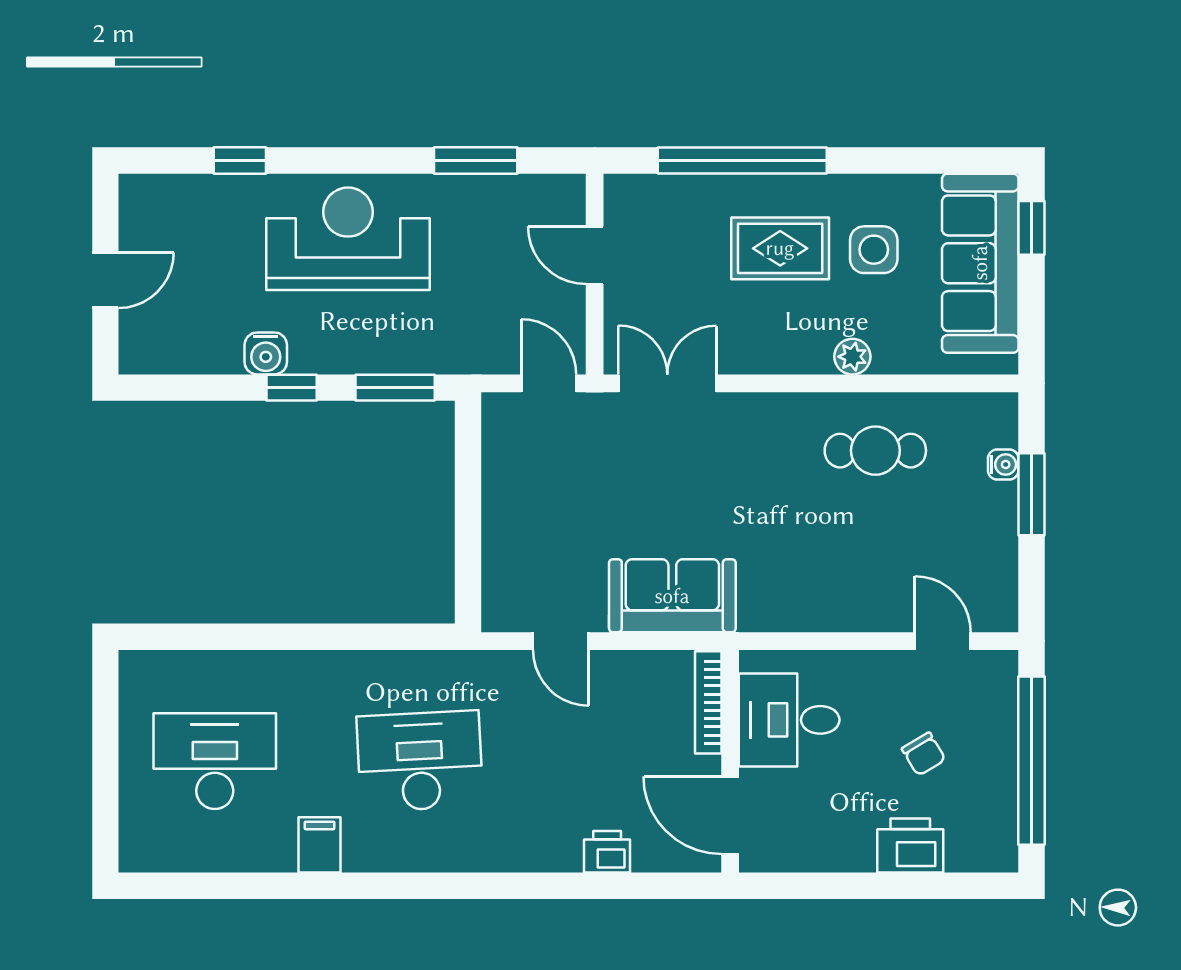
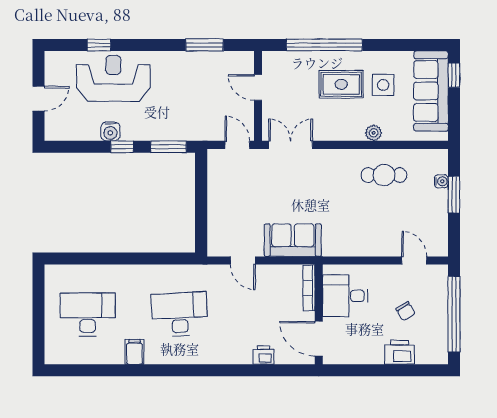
reception desk: (348, 239) -> (113, 78), moved

